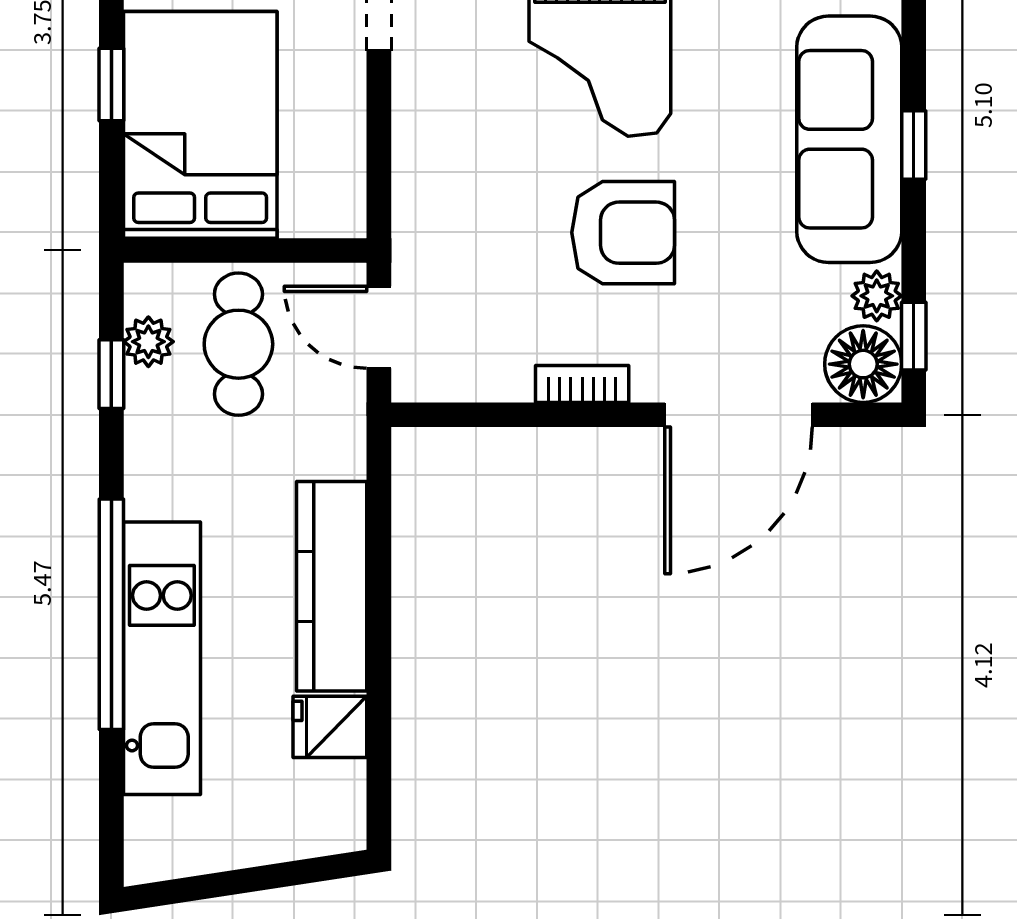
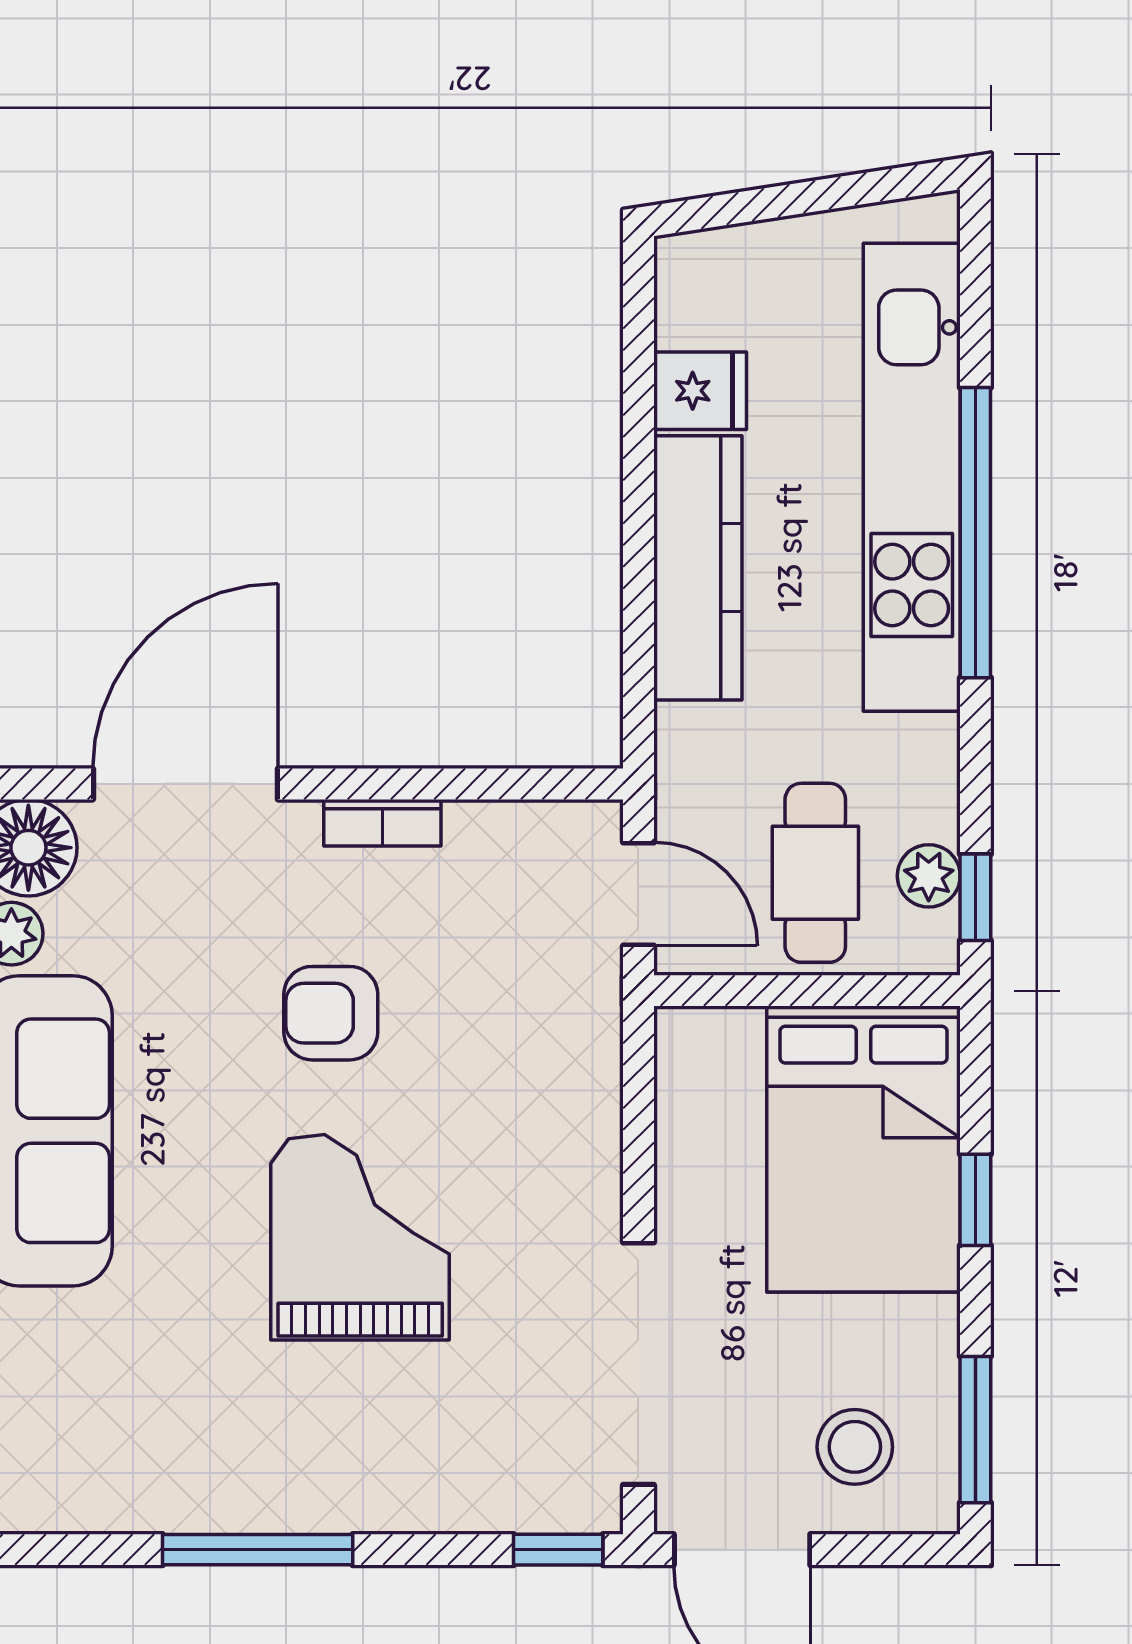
armchair: (623, 233) -> (331, 1013), width x0.72, depth x0.72
window: (111, 374) -> (975, 897), moved
kitchen unit: (162, 658) -> (912, 477), width x1.36

